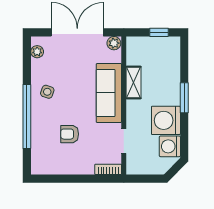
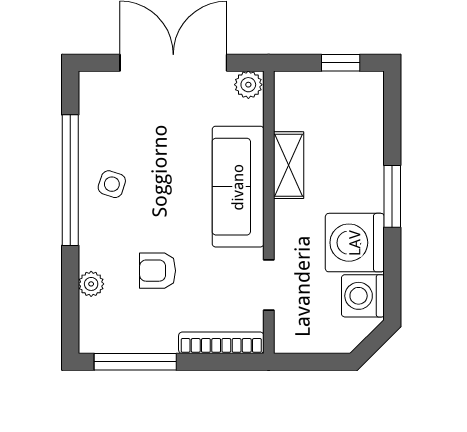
plant: (37, 52) -> (91, 284), moved
window: (27, 116) -> (70, 180), moved
bookcase: (108, 169) -> (221, 343), width x1.56
window: (59, 179) -> (135, 362), added

